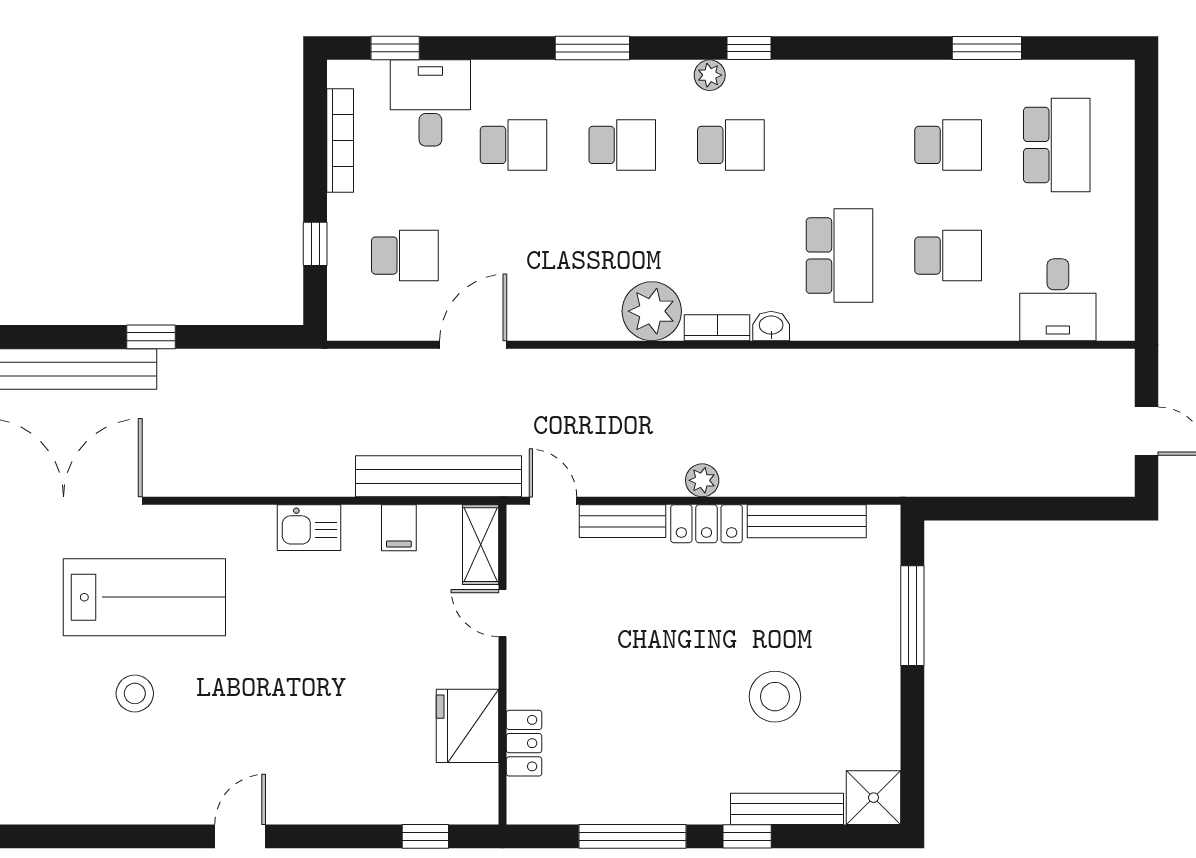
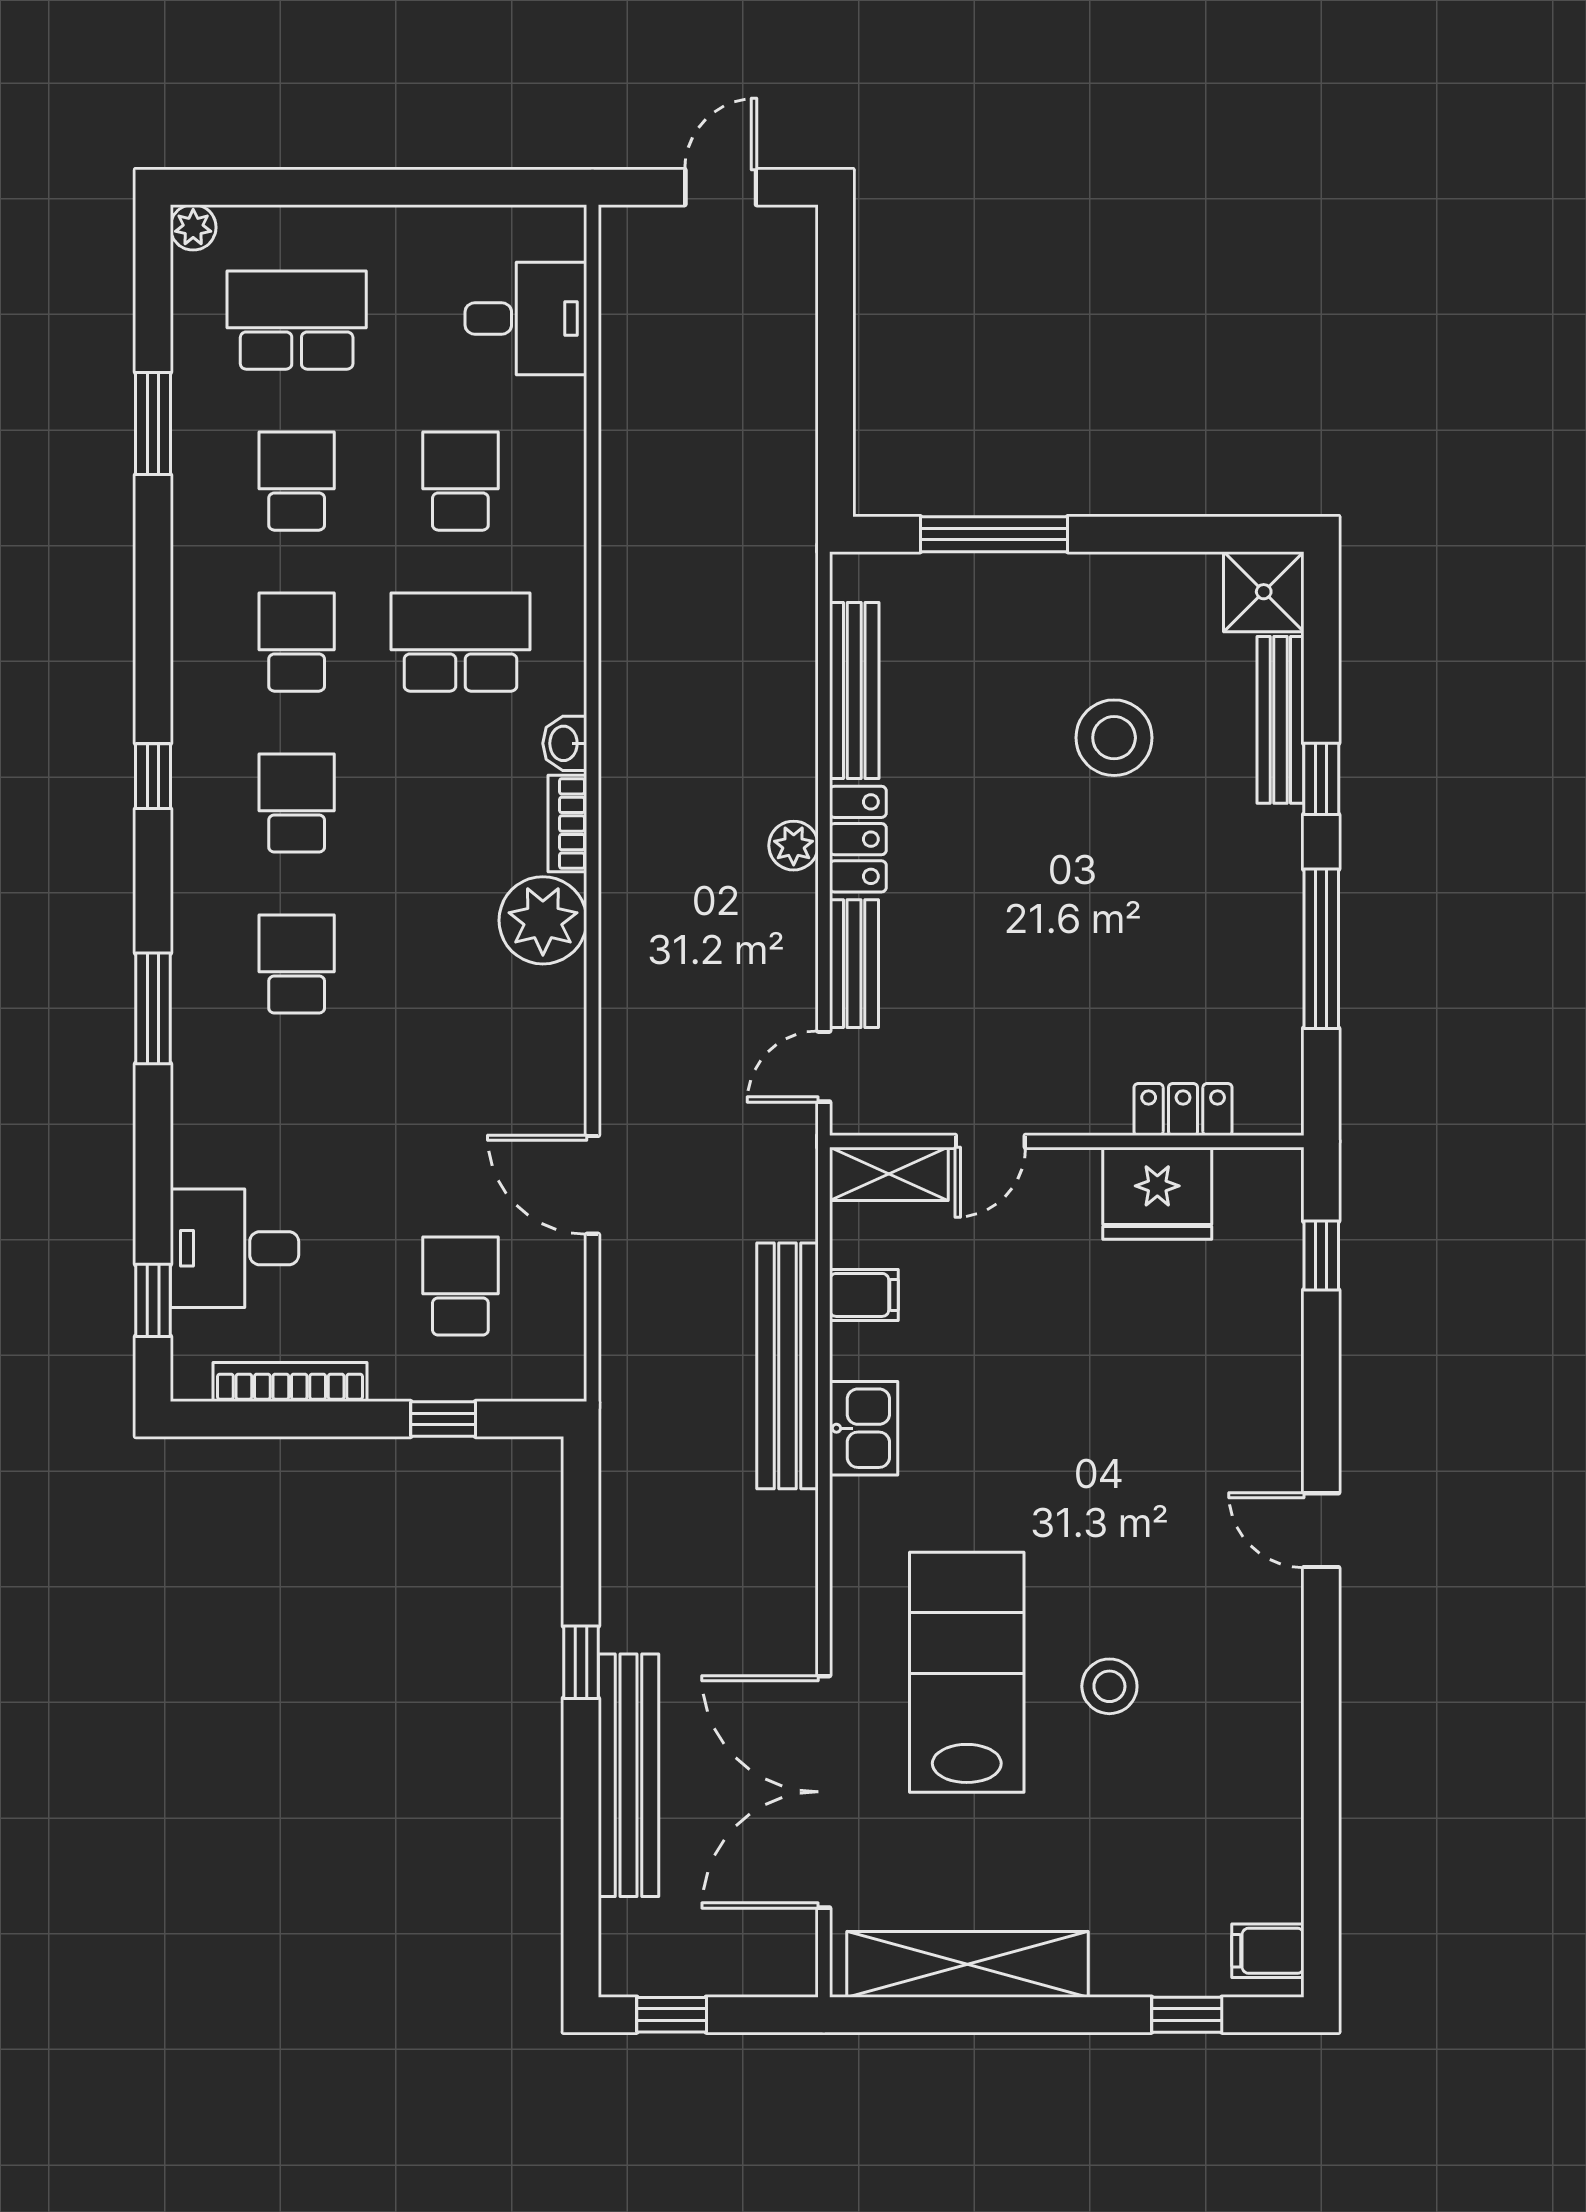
plant: (710, 75) -> (193, 227), moved
school desk: (514, 145) -> (297, 642), moved
bench: (438, 476) -> (787, 1366), moved

